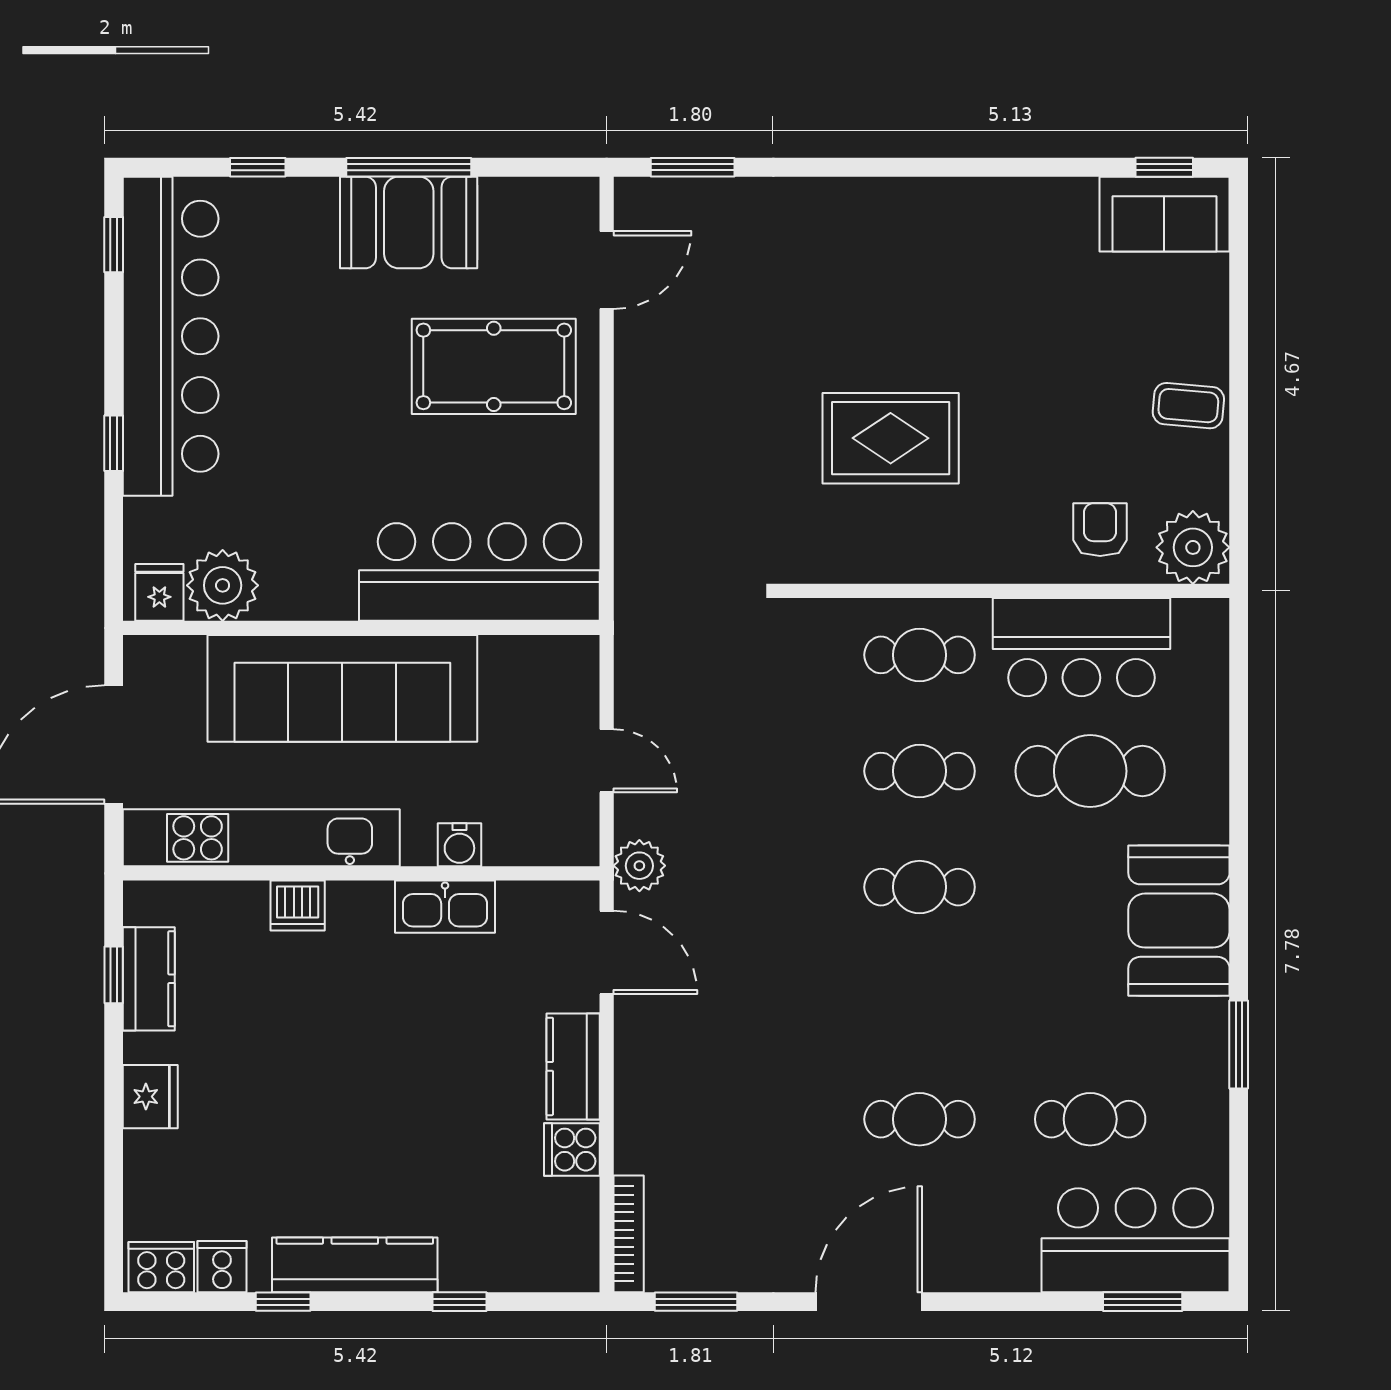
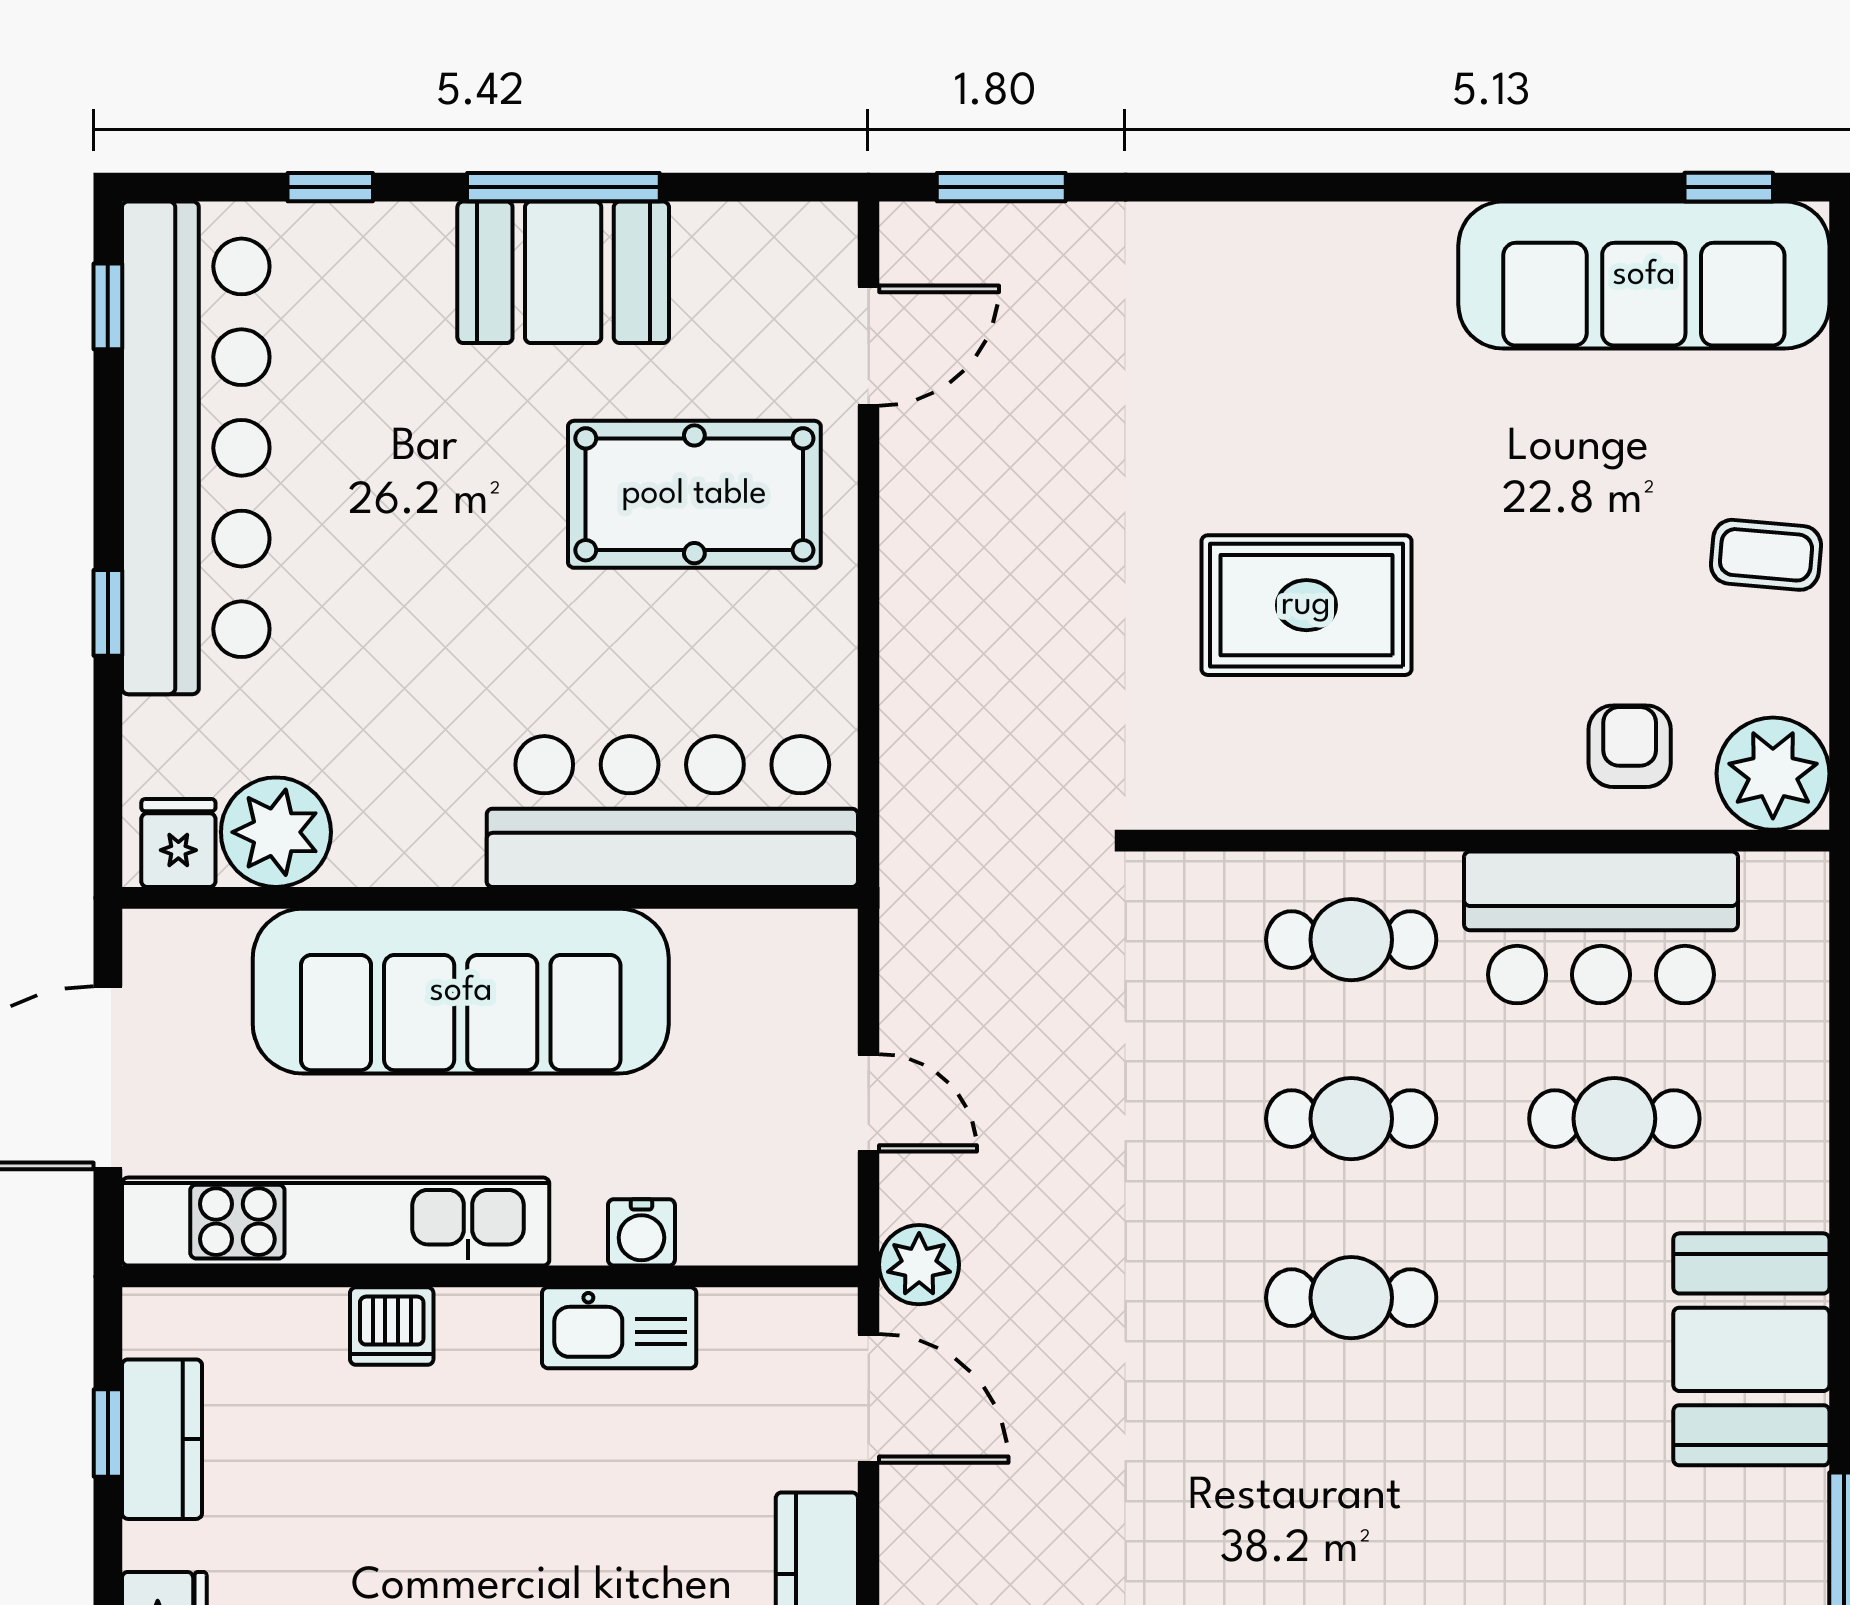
sofa: (1164, 214) -> (1644, 275), width x1.85, depth x1.27
cafe table: (1090, 771) -> (1614, 1119), width x0.73, depth x0.74

